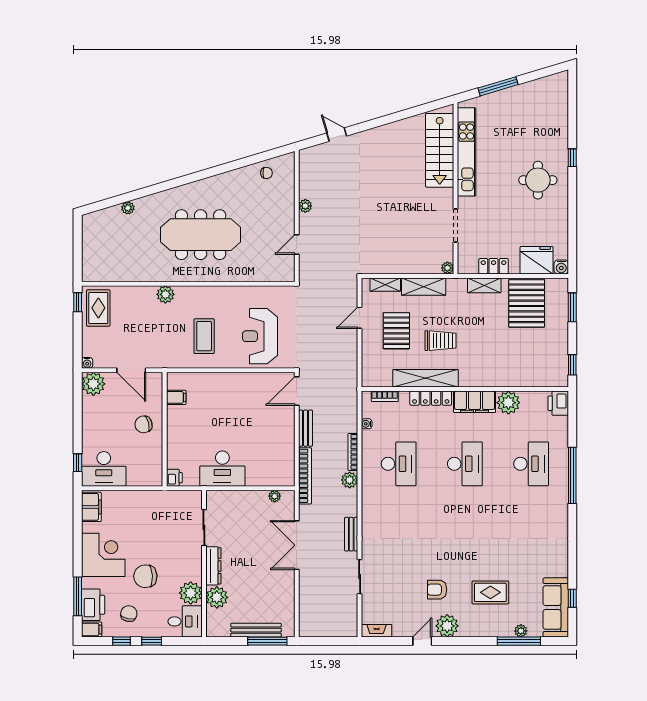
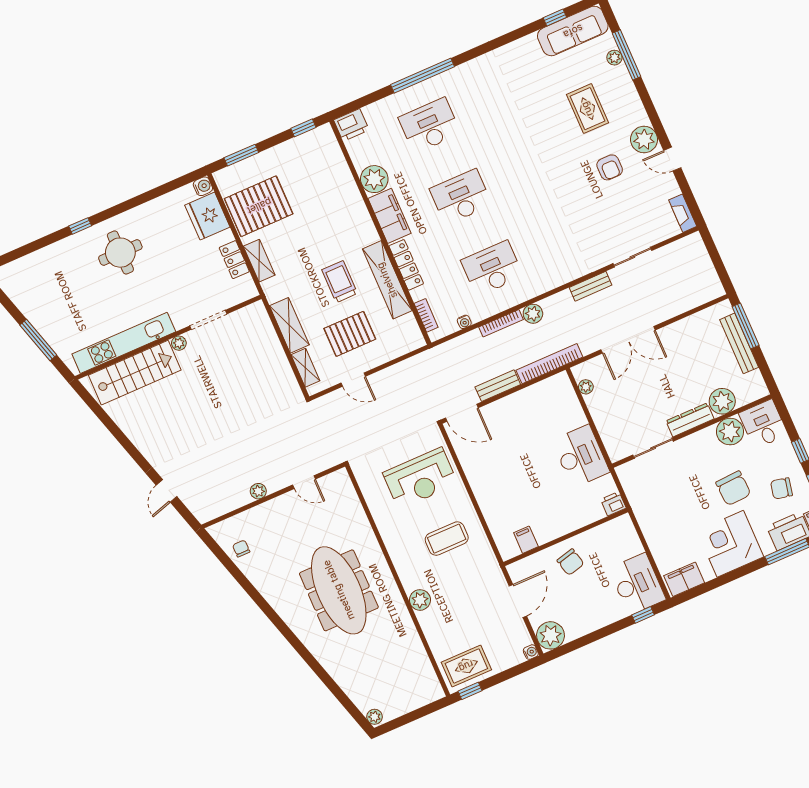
plant: (128, 208) -> (375, 717), moved
plant: (447, 268) -> (179, 343), moved

